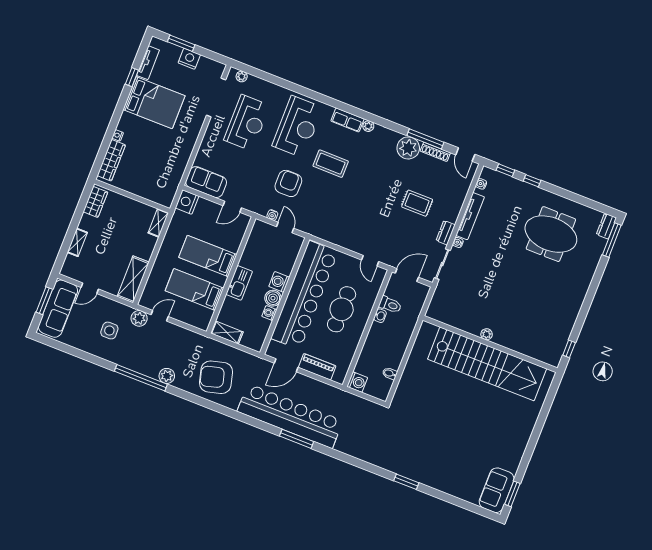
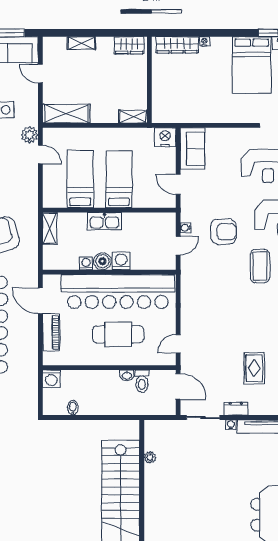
plant: (487, 334) -> (150, 457), moved

